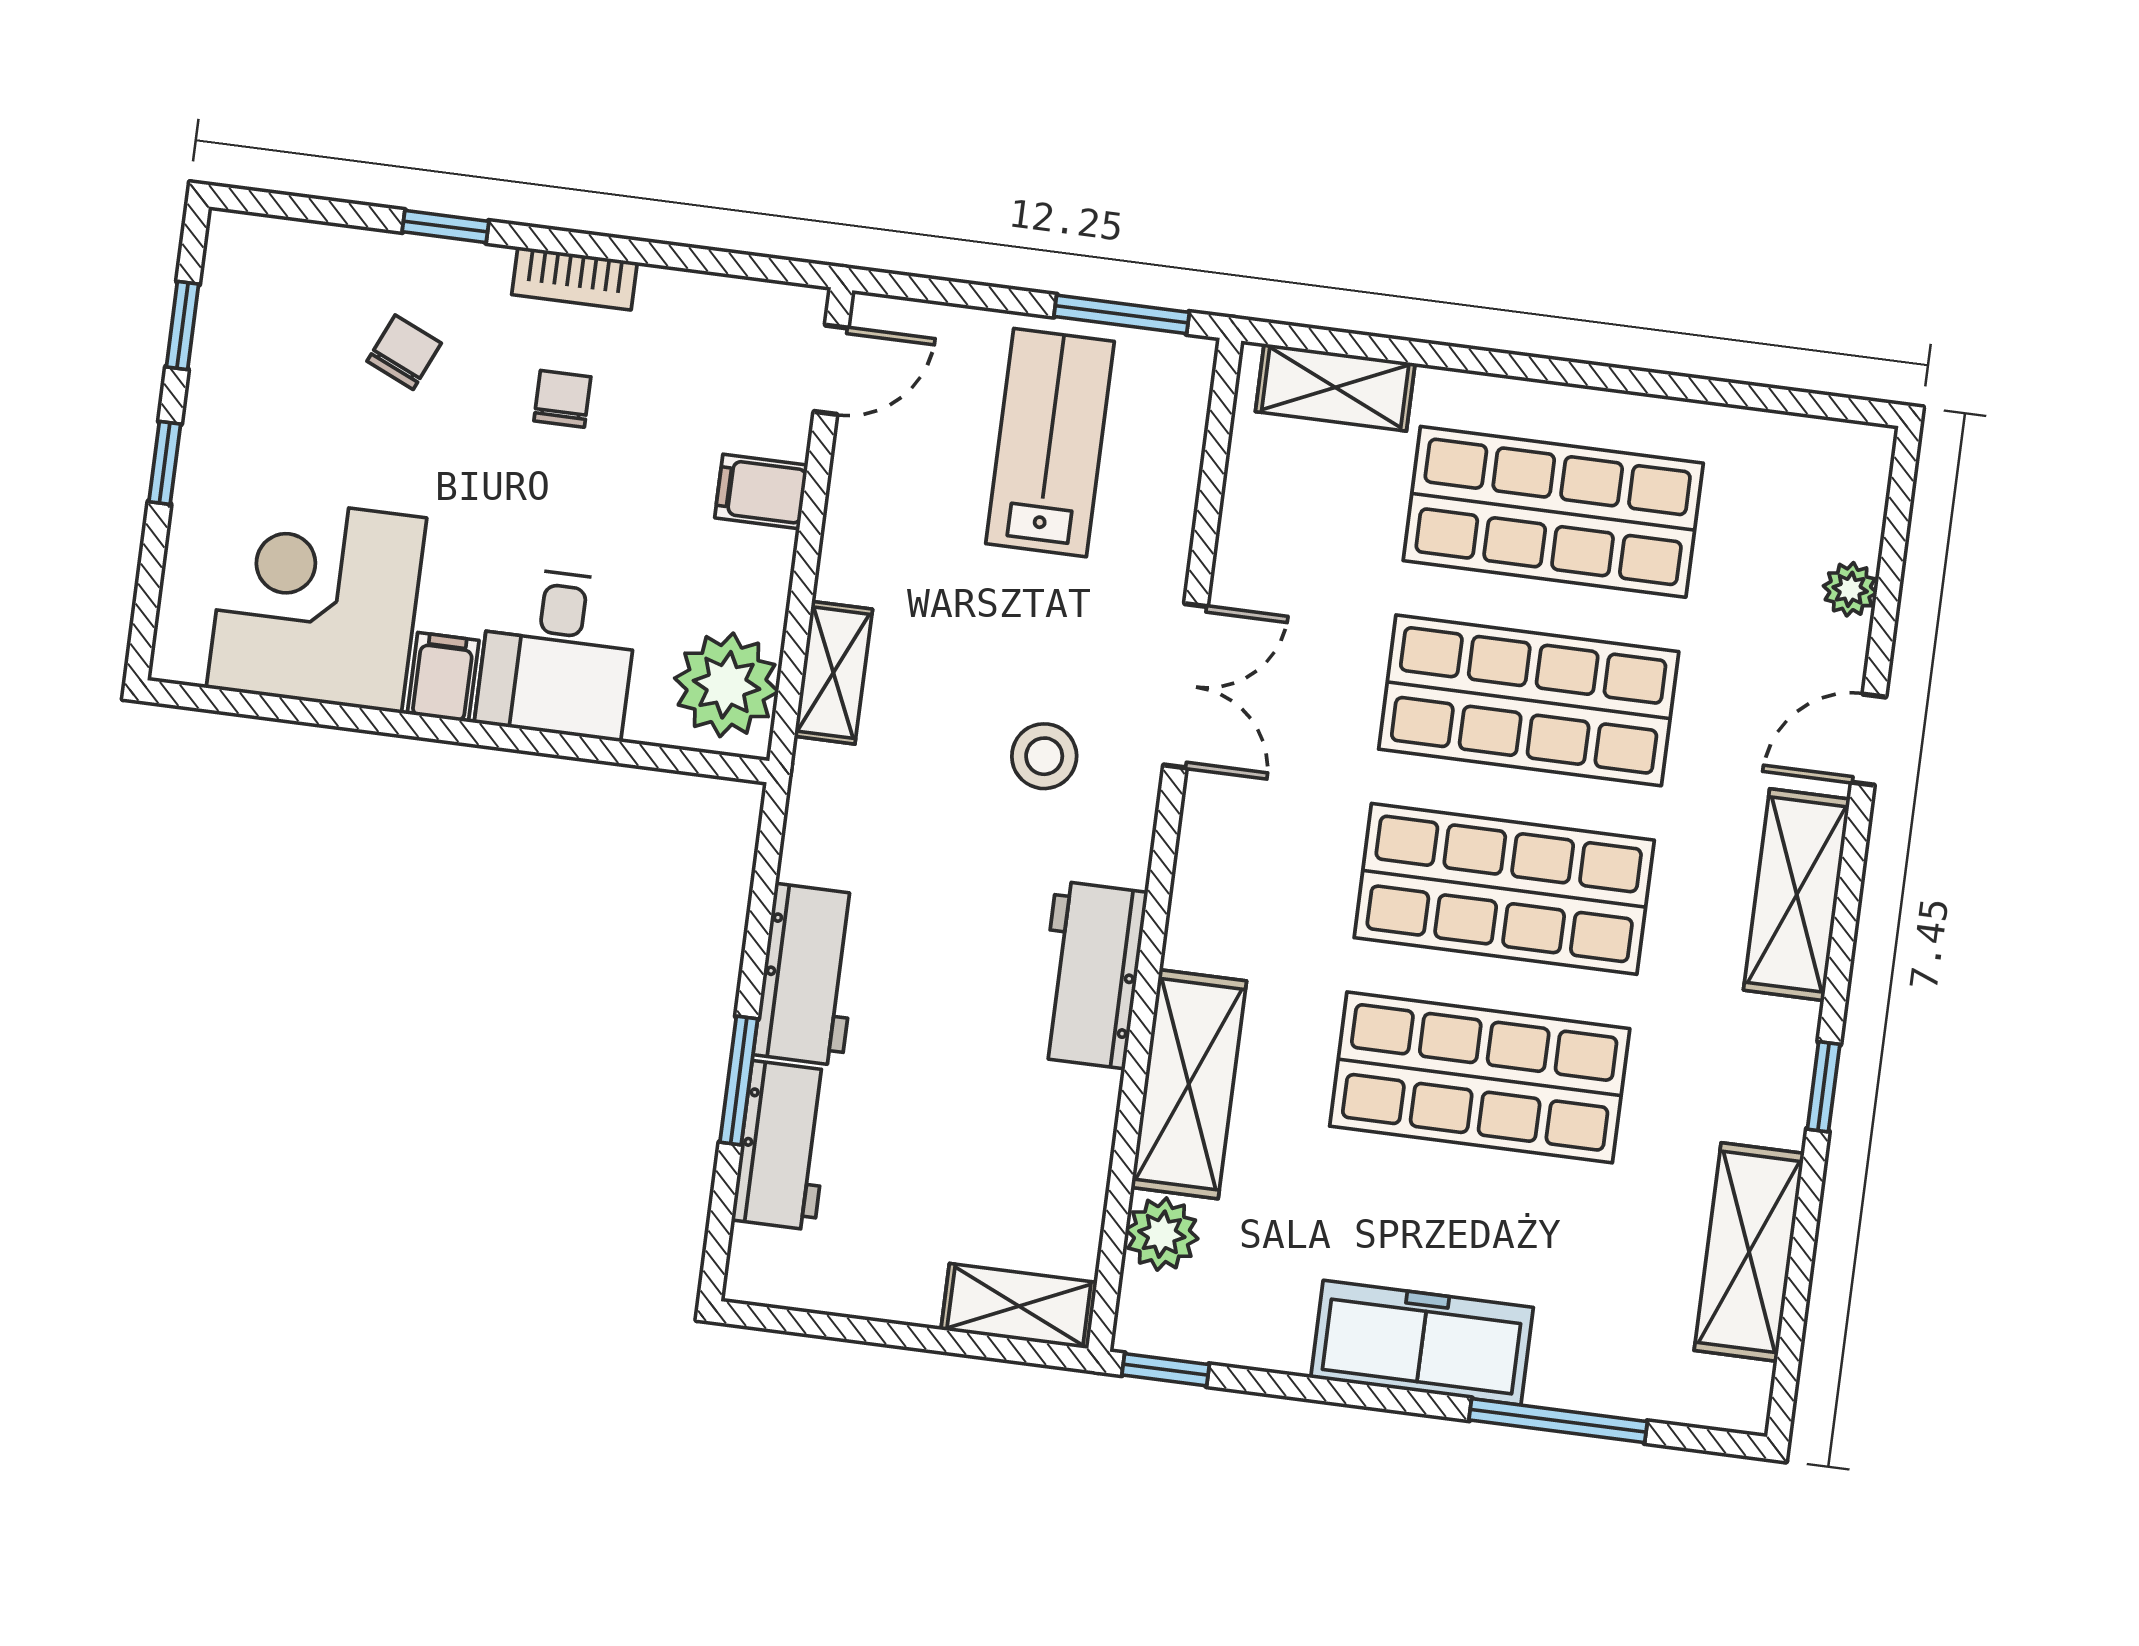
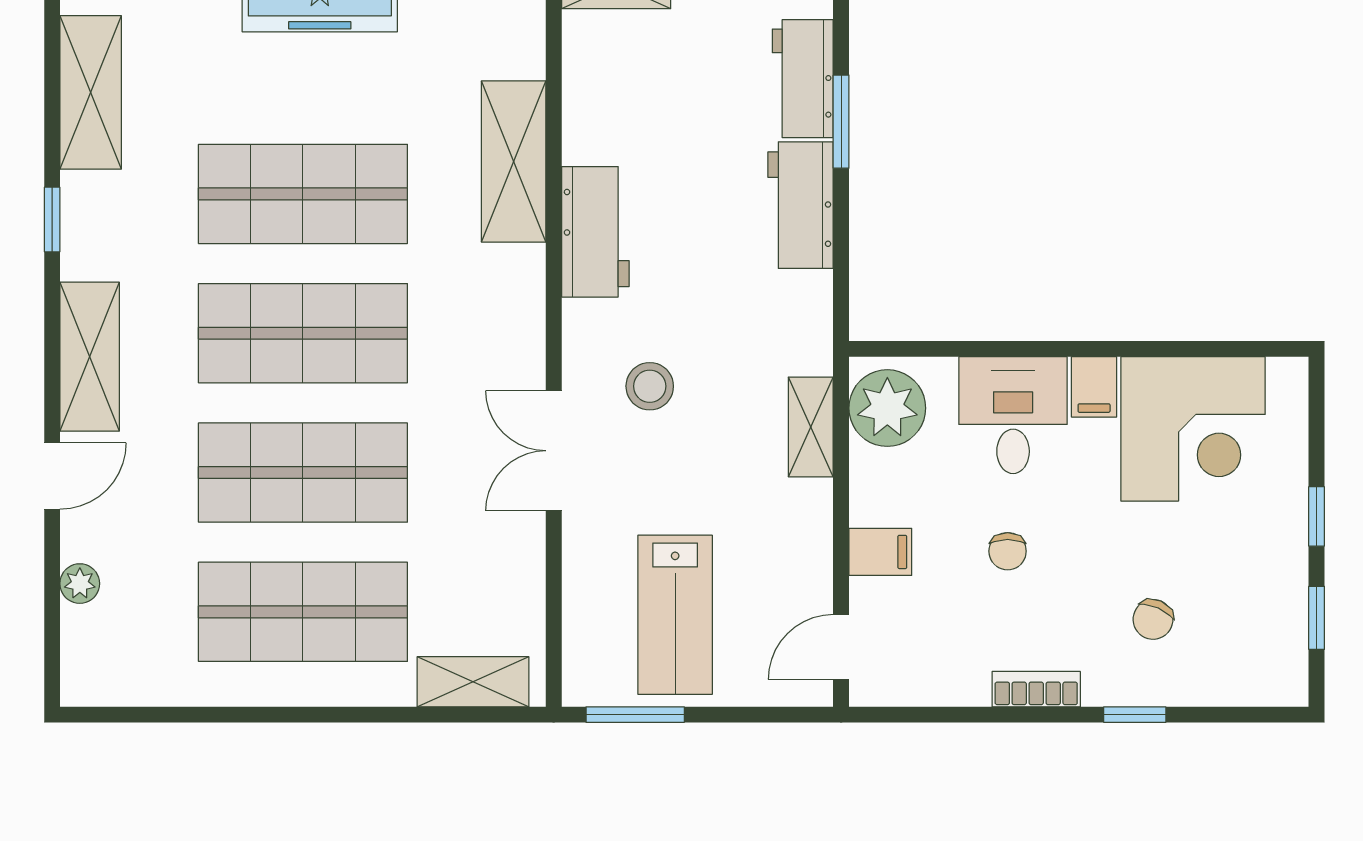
chair: (562, 399) -> (1008, 551), moved
plant: (1162, 1234) -> (519, 50), removed

